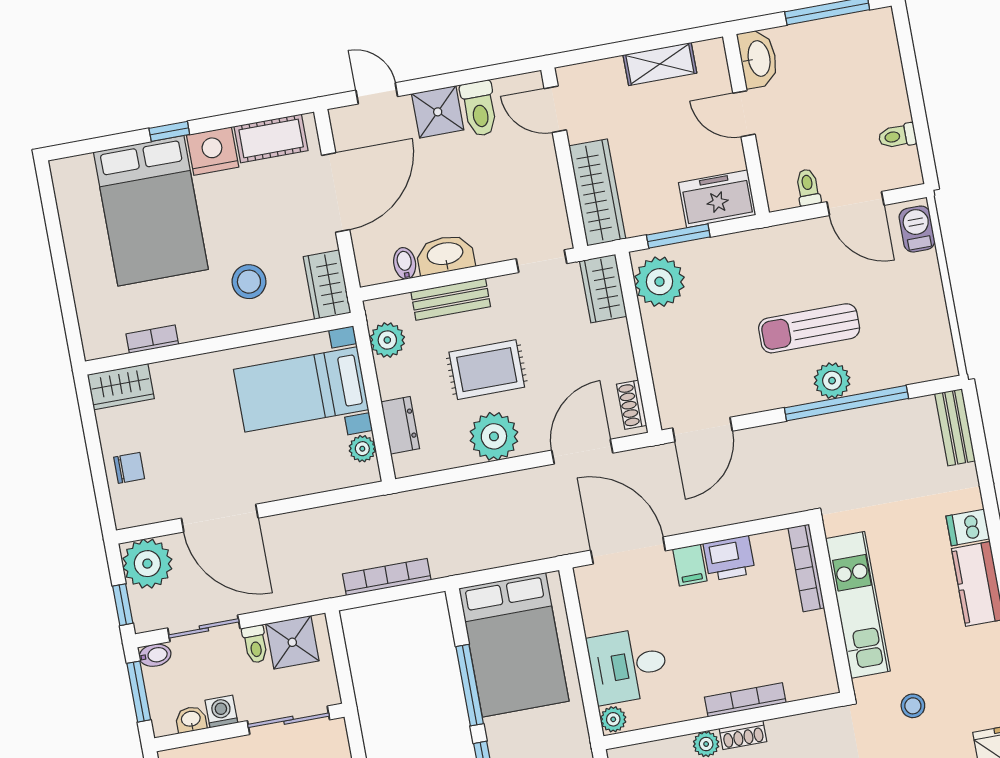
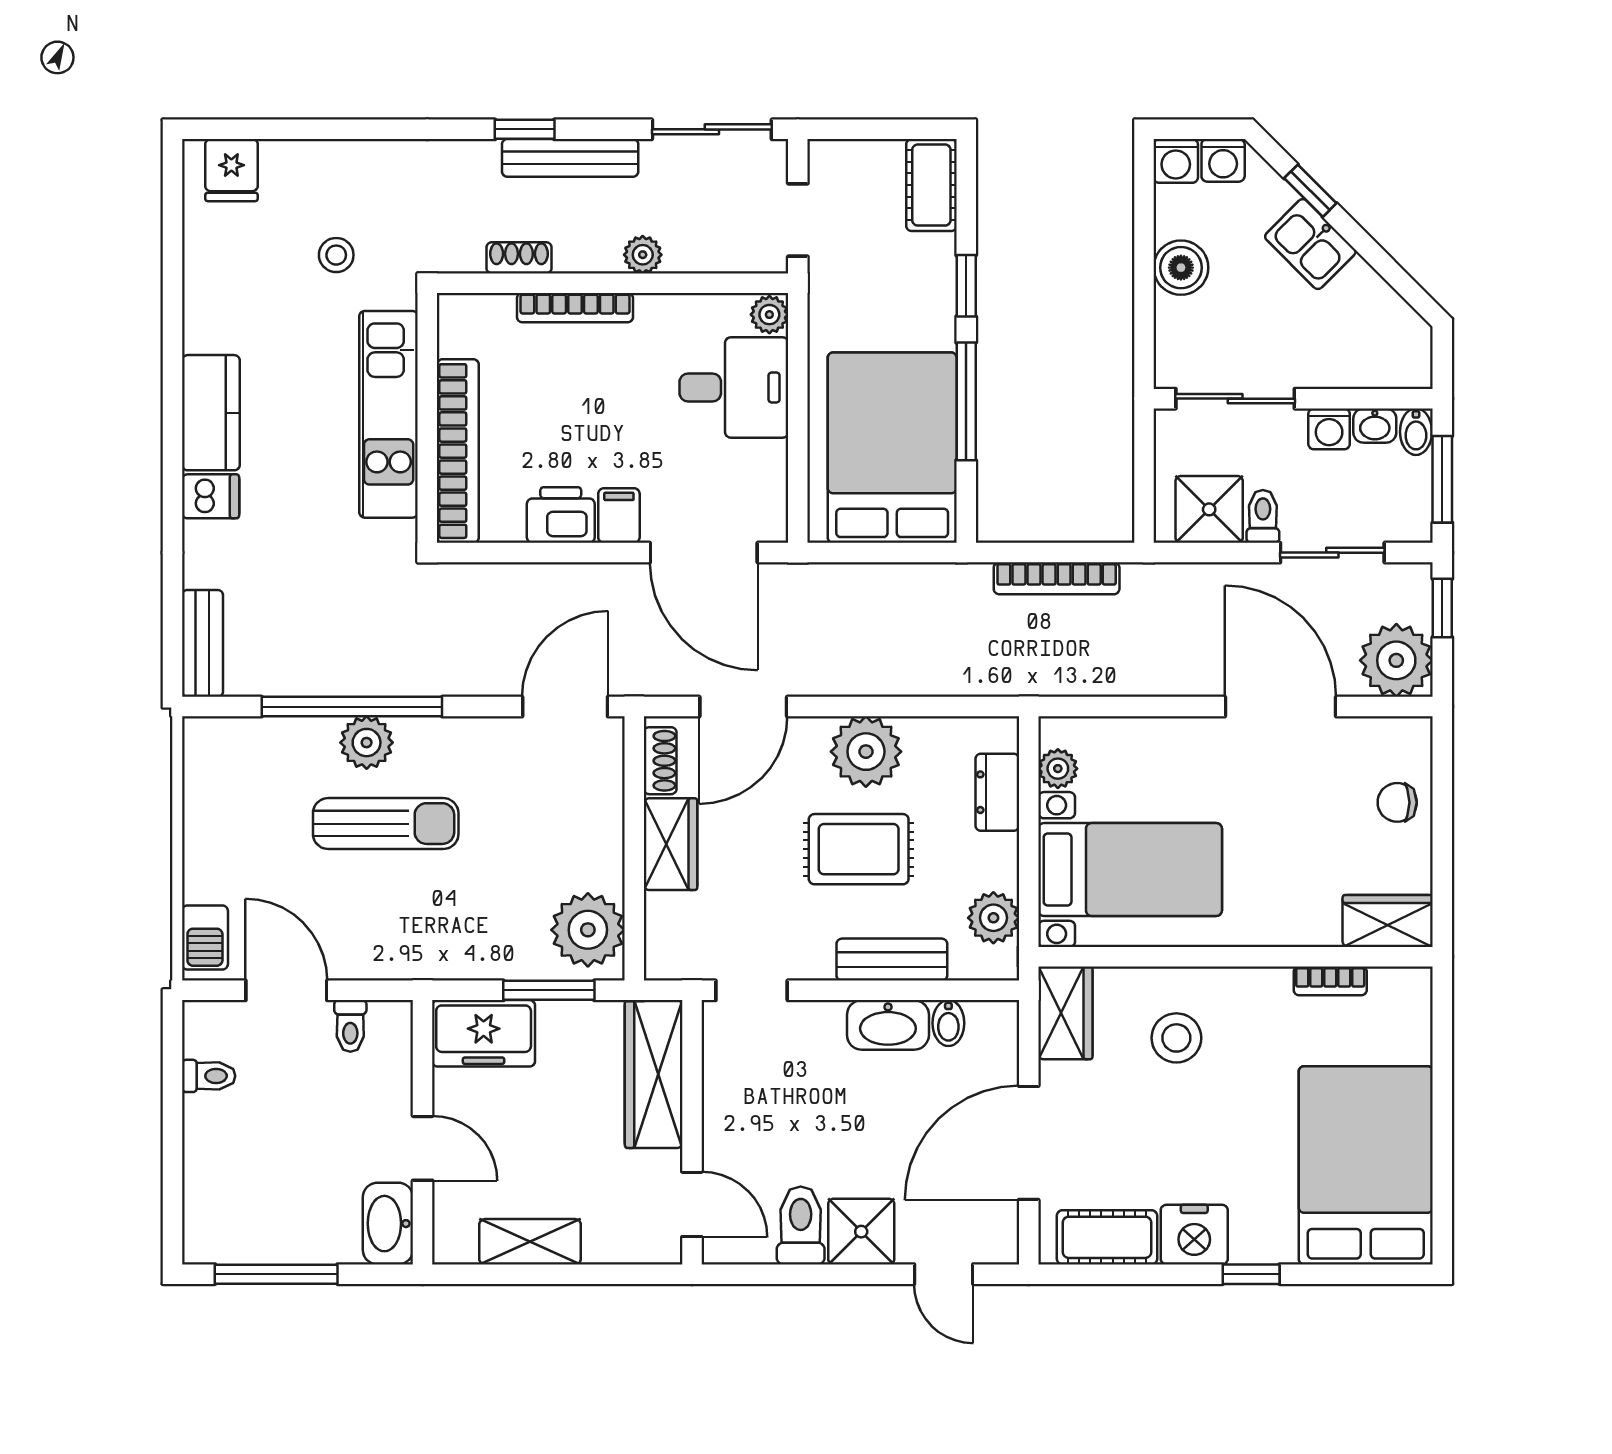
bed: (151, 211) -> (1366, 1165), moved
wardrobe: (603, 289) -> (671, 844), moved
bookcase: (806, 568) -> (458, 451), width x1.48, depth x1.31
bidet: (155, 655) -> (1416, 432), moved, turned -90
shoe rack: (743, 735) -> (519, 258), moved

